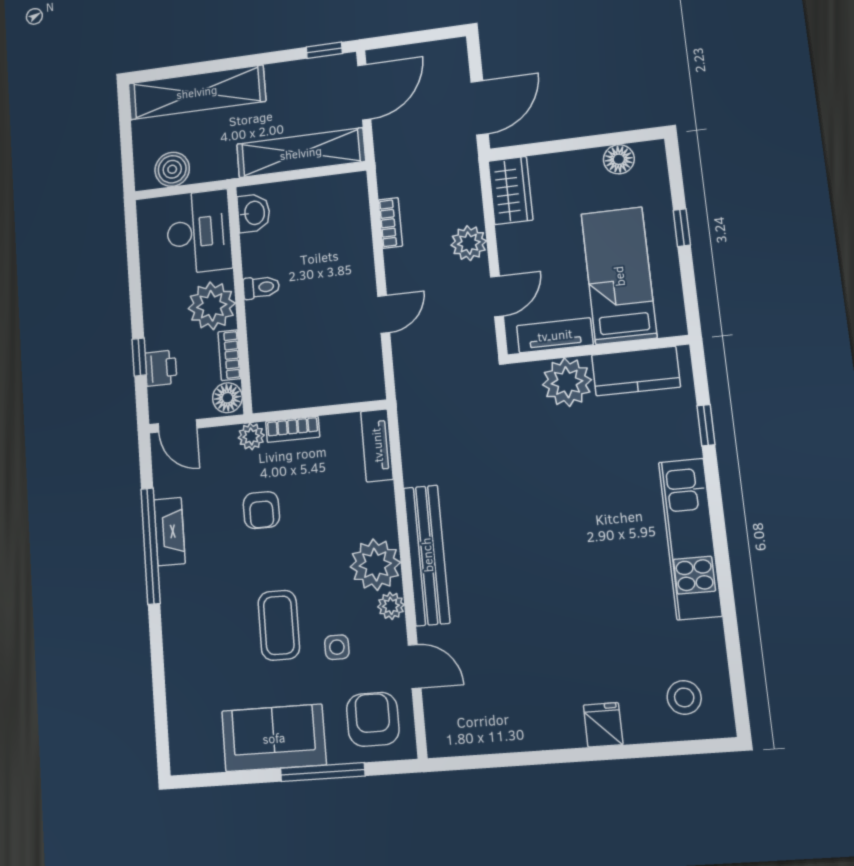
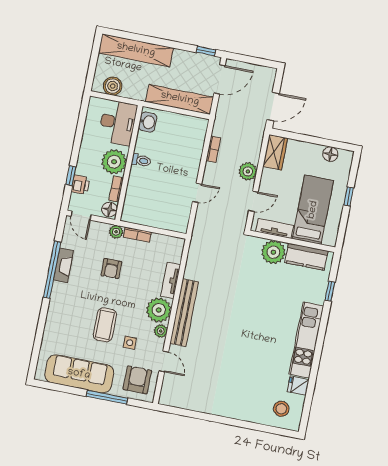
tv unit: (377, 445) -> (171, 280), moved
fridge: (603, 725) -> (298, 386), moved, turned -90
sofa: (274, 738) -> (79, 374), width x1.36

